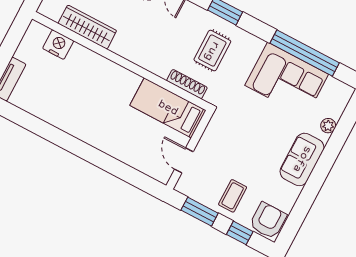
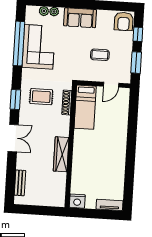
wardrobe: (87, 27) -> (61, 154), moved
nightstand: (58, 45) -> (77, 201), moved, turned -90
plant: (336, 111) -> (44, 11), added
coffee table: (233, 196) -> (100, 55), moved
armchair: (268, 221) -> (124, 21), turned -90

